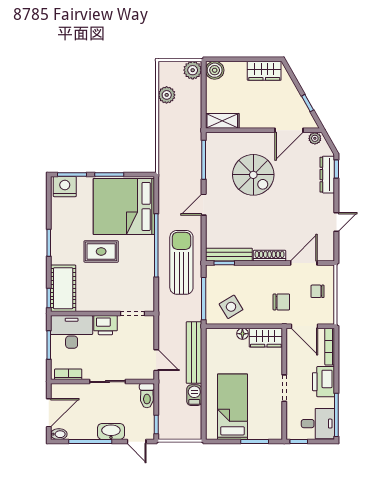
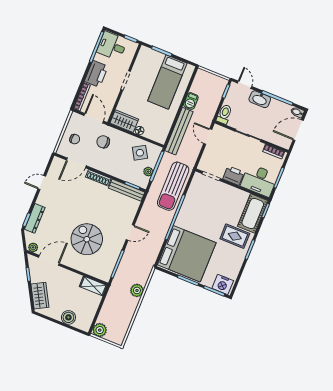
boiler: (215, 70) -> (68, 317), moved
wardrobe: (264, 71) -> (40, 296), moved, turned 61
plant: (167, 95) -> (137, 290), moved
rug: (101, 251) -> (235, 236), moved
sun lounger: (181, 262) -> (173, 186), moved
plant: (212, 288) -> (148, 172), added

